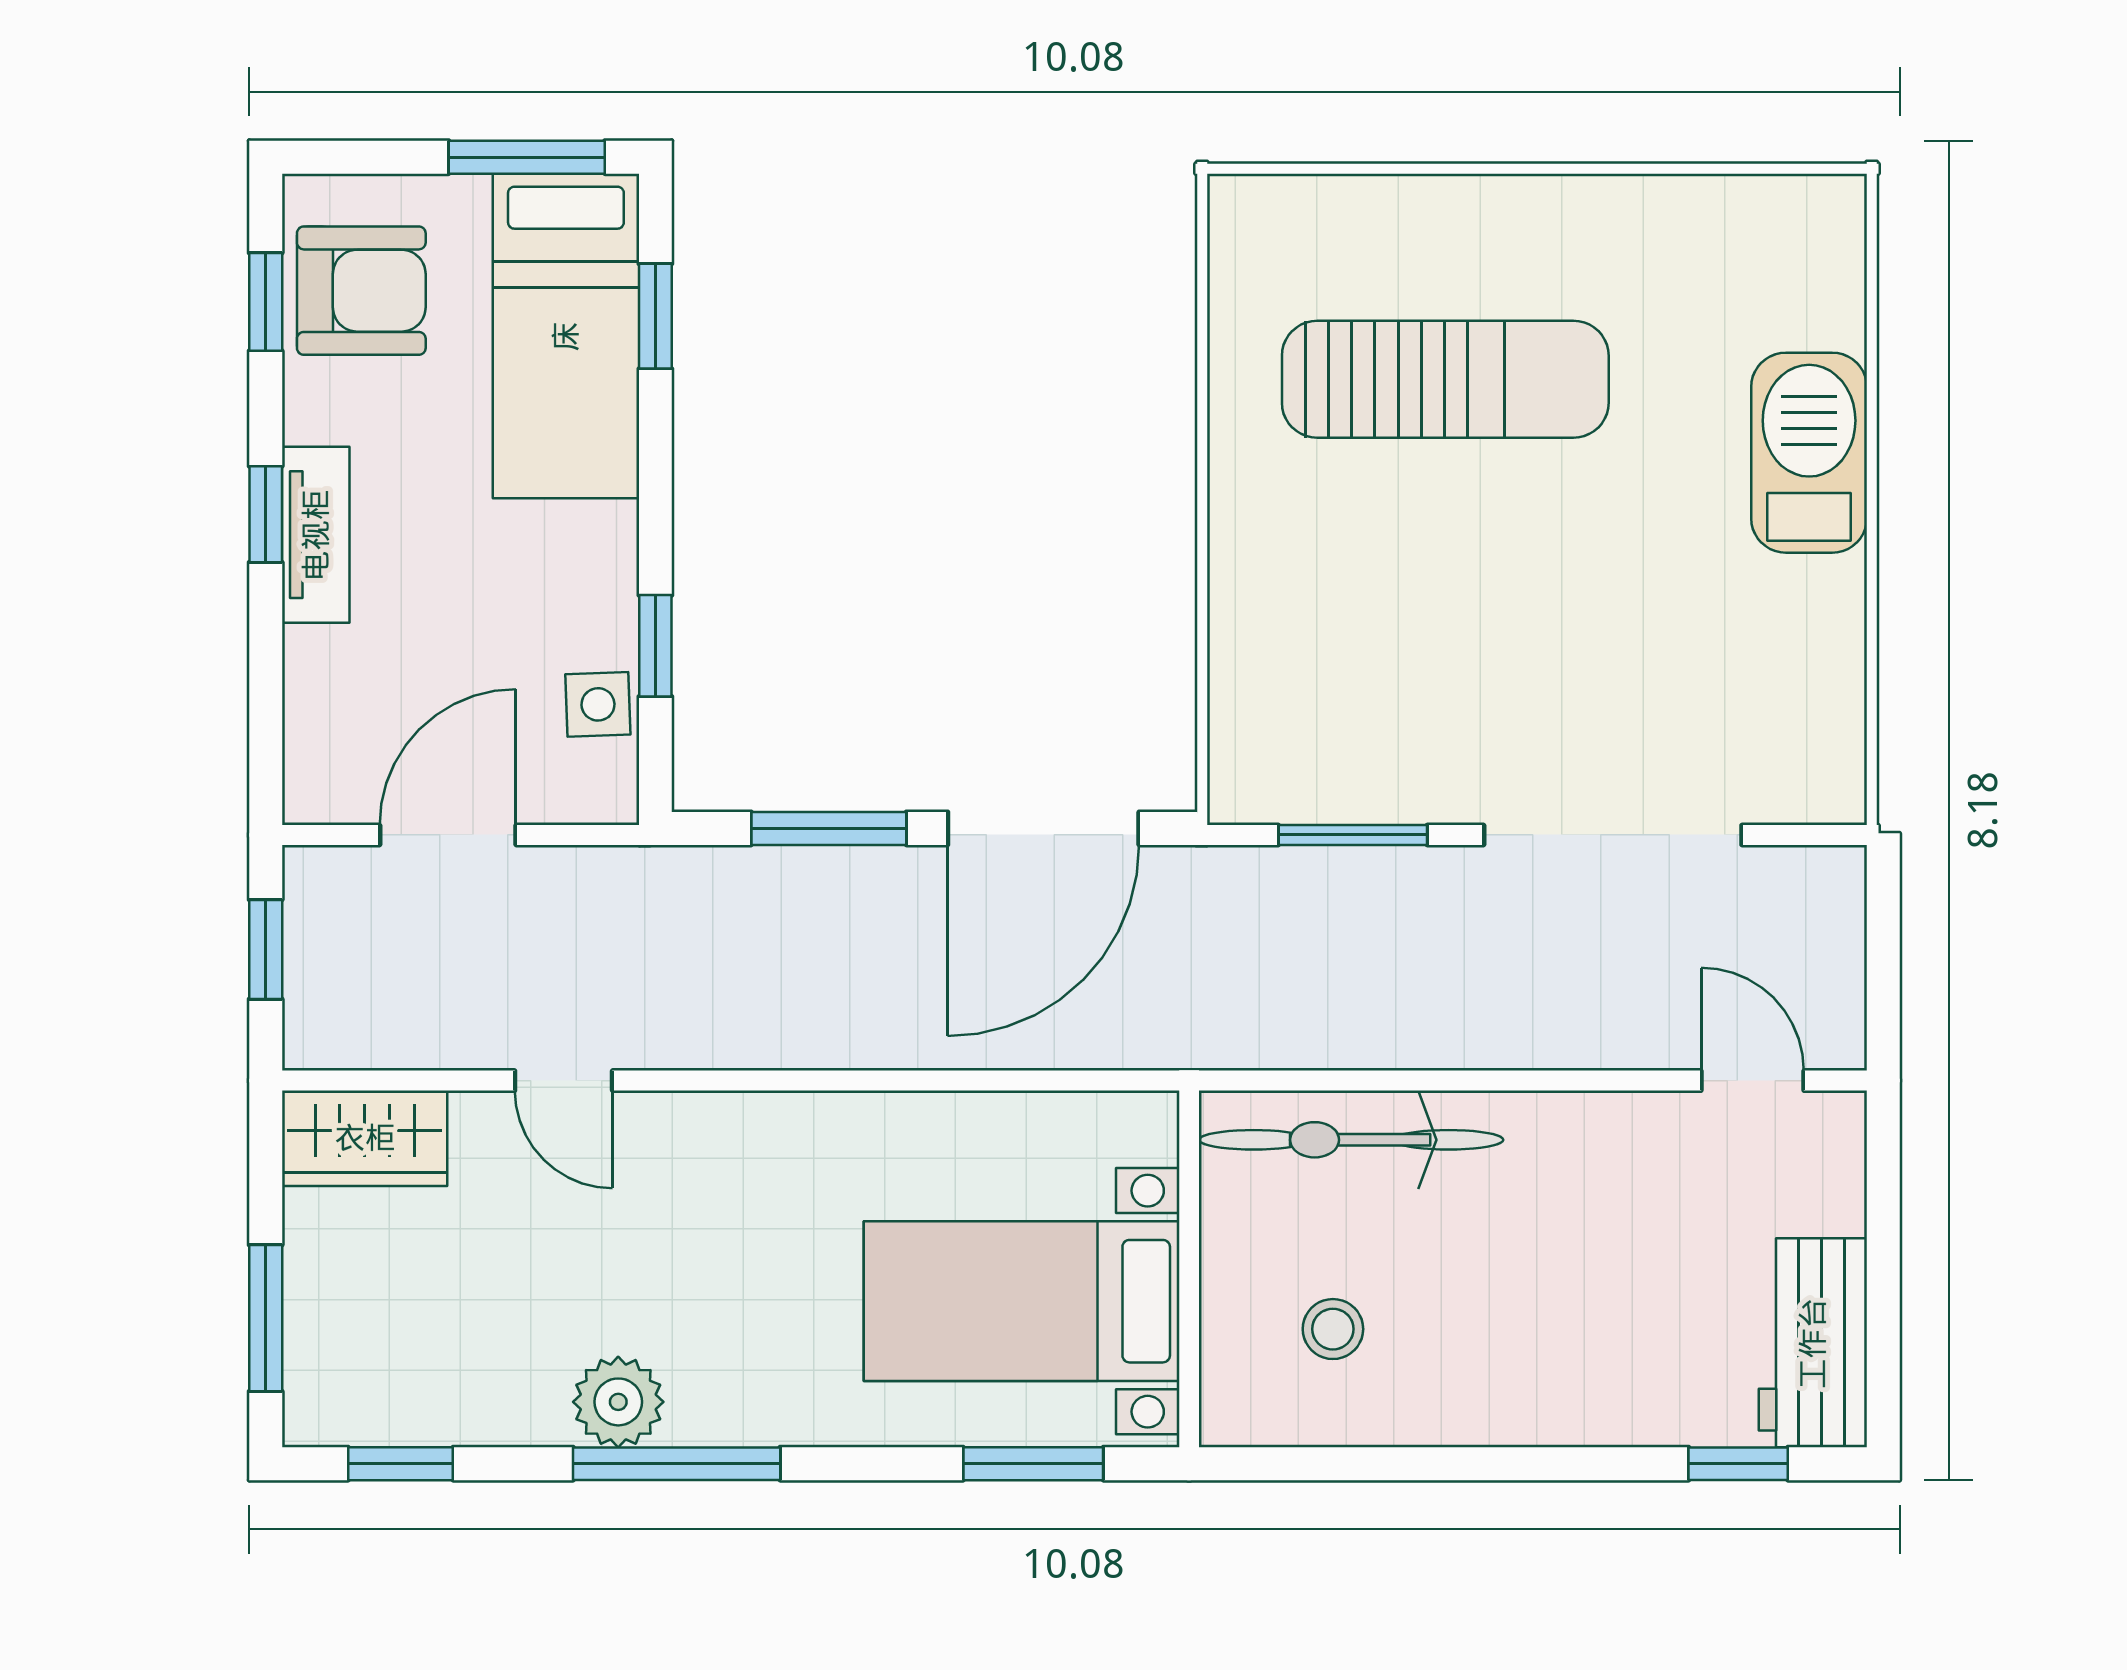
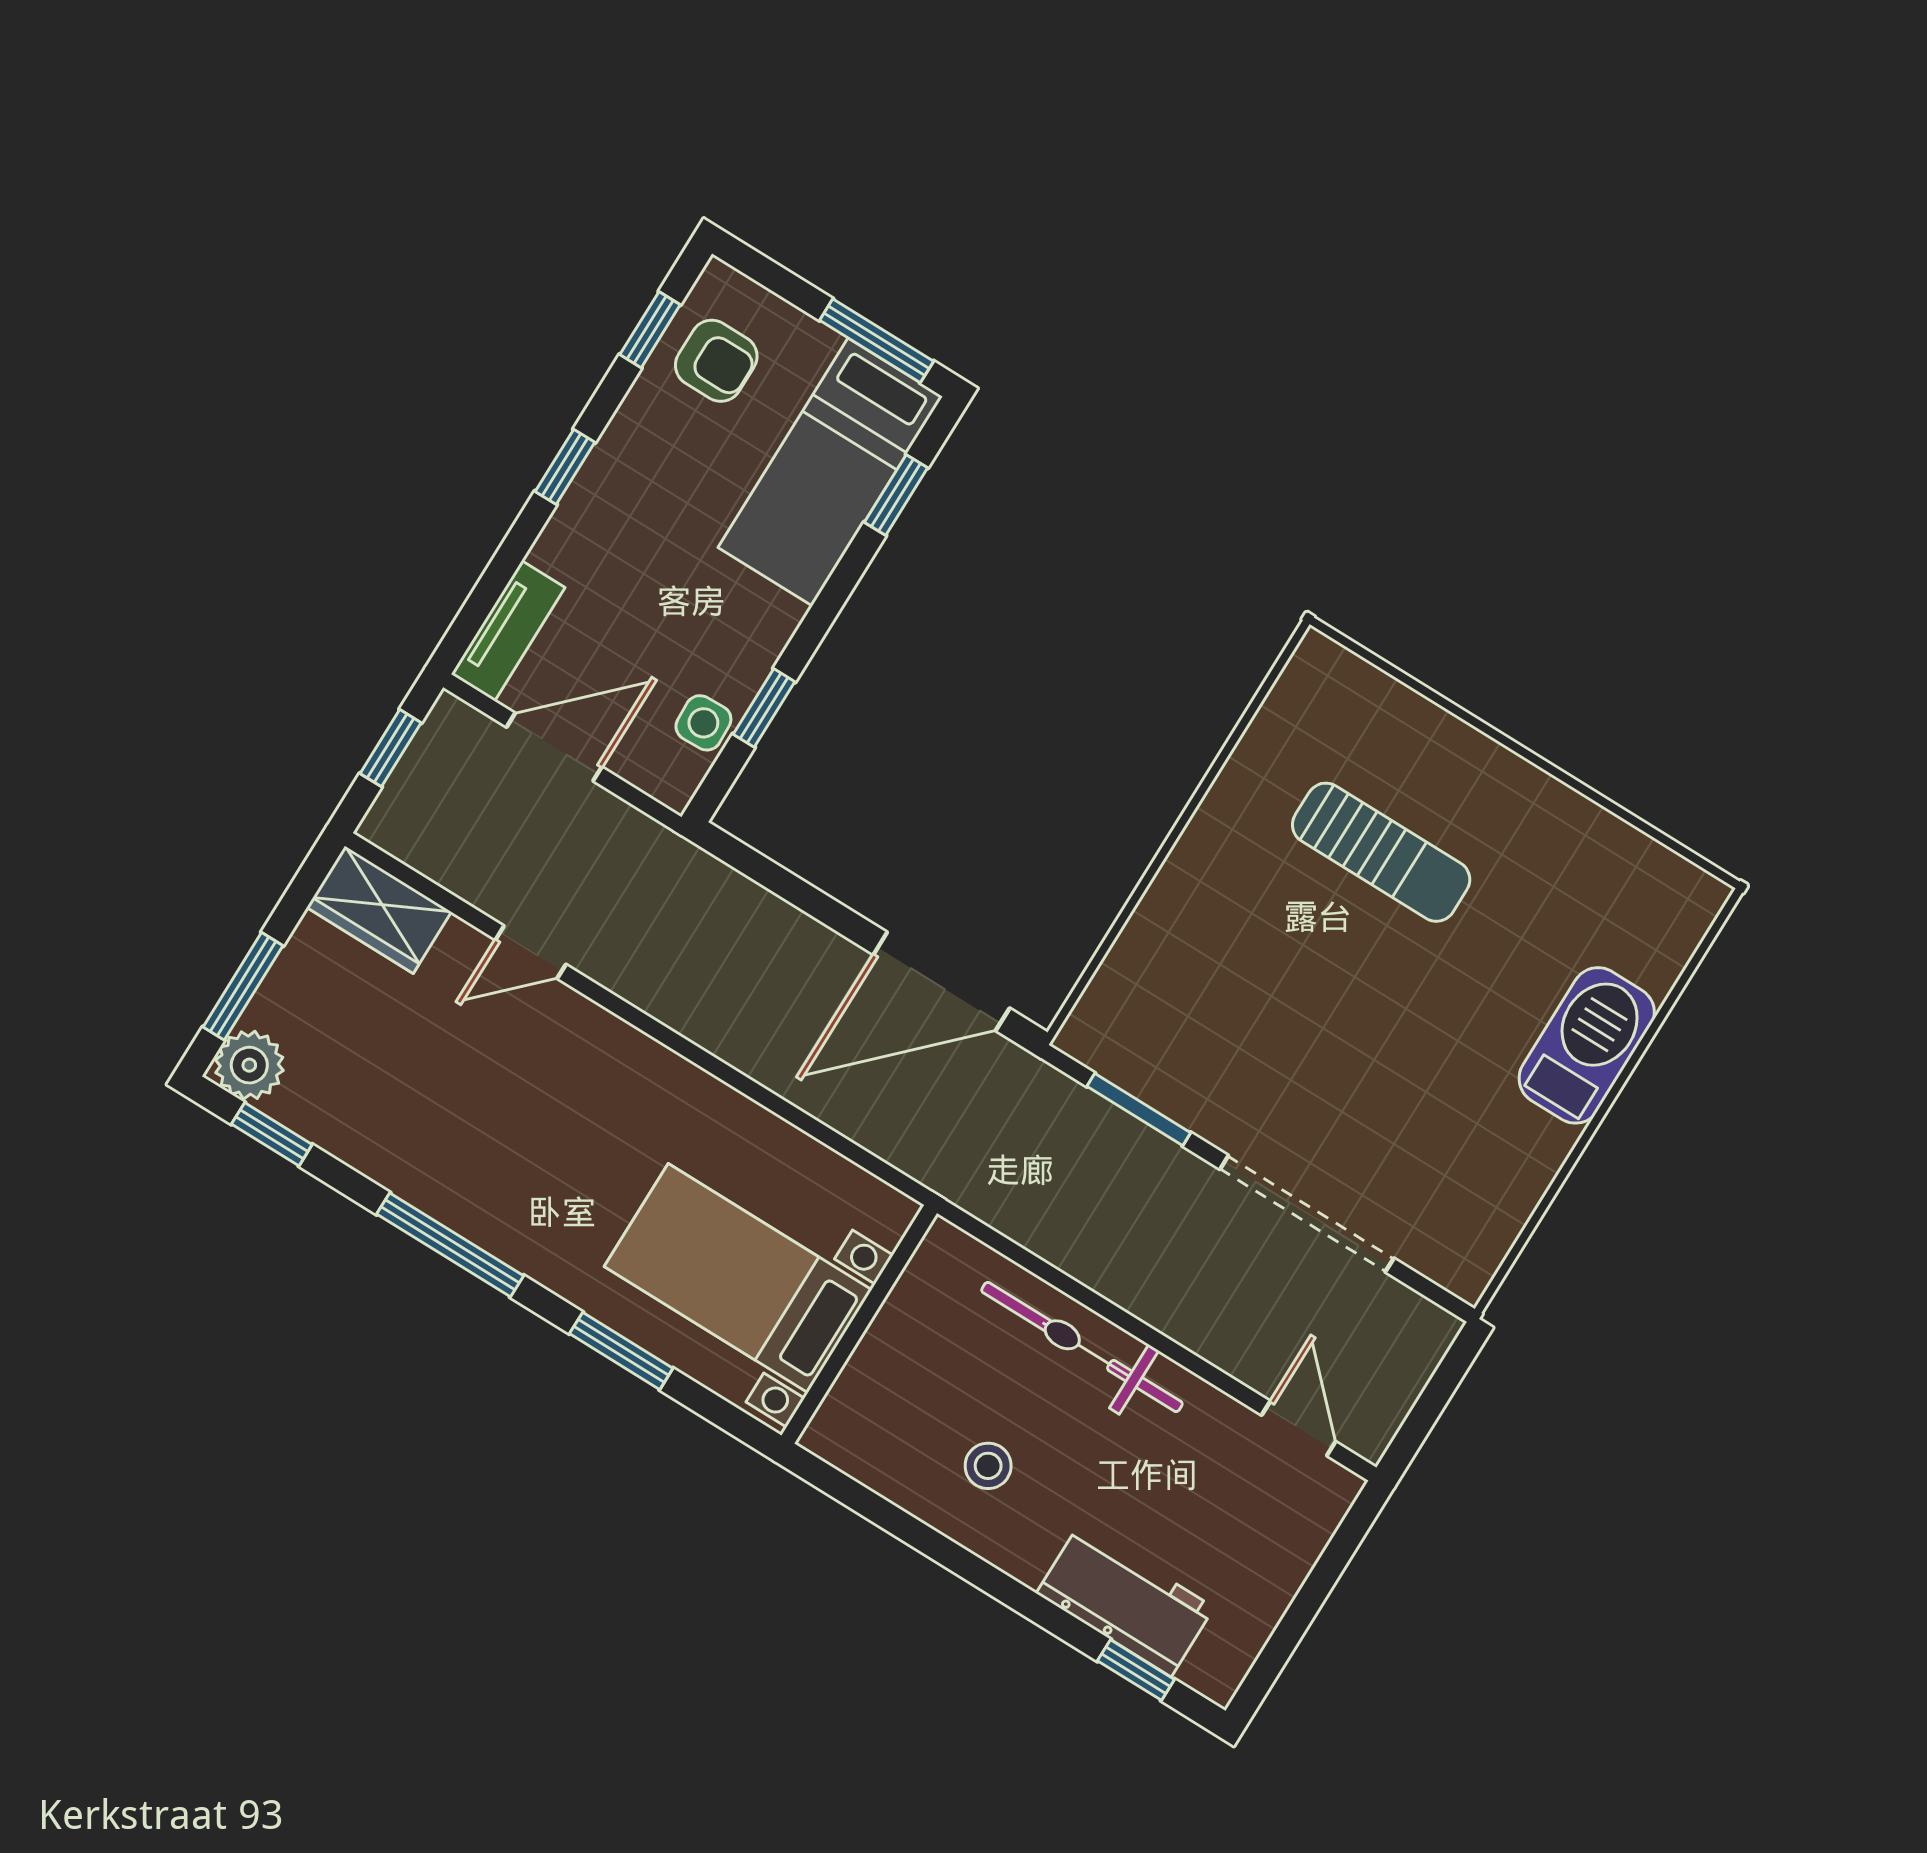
armchair: (361, 291) -> (716, 361), width x0.72, depth x0.72
sun lounger: (1445, 379) -> (1381, 852), width x0.73, depth x0.75
tv unit: (316, 535) -> (508, 631), moved
window: (829, 828) -> (803, 895), removed
door: (564, 1081) -> (531, 952), hinge flipped
bicycle: (1351, 1140) -> (1082, 1347), moved
stool: (1333, 1329) -> (988, 1466), moved
workbench: (1813, 1343) -> (1125, 1600), moved, turned 90
plant: (618, 1402) -> (249, 1065), moved
window: (1033, 1464) -> (621, 1351), moved

